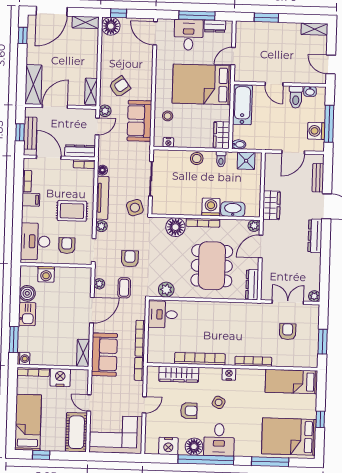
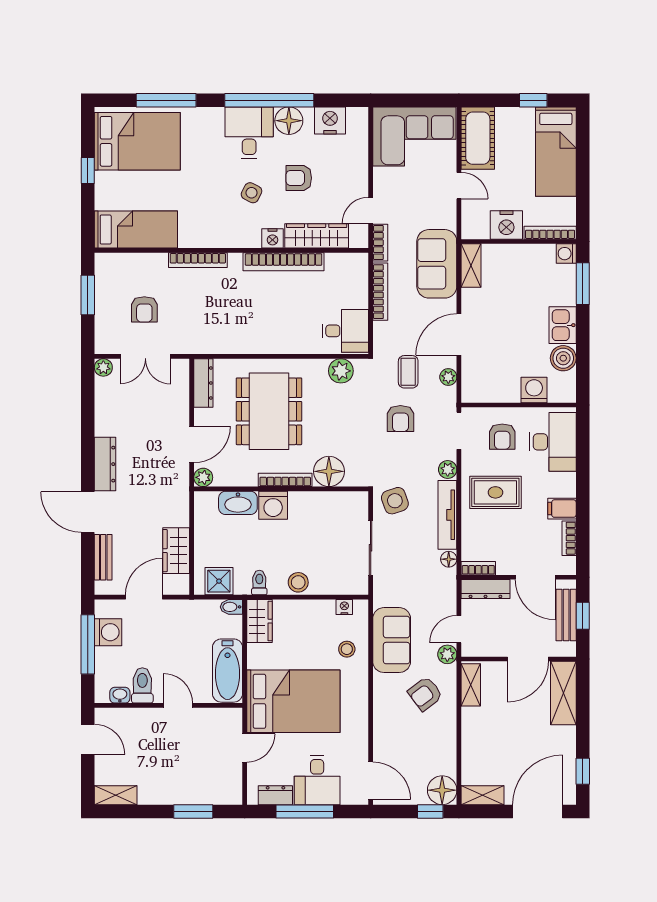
wardrobe: (272, 205) -> (176, 551), moved
nightstand: (229, 374) -> (272, 238), moved
door: (144, 405) -> (371, 210), moved

